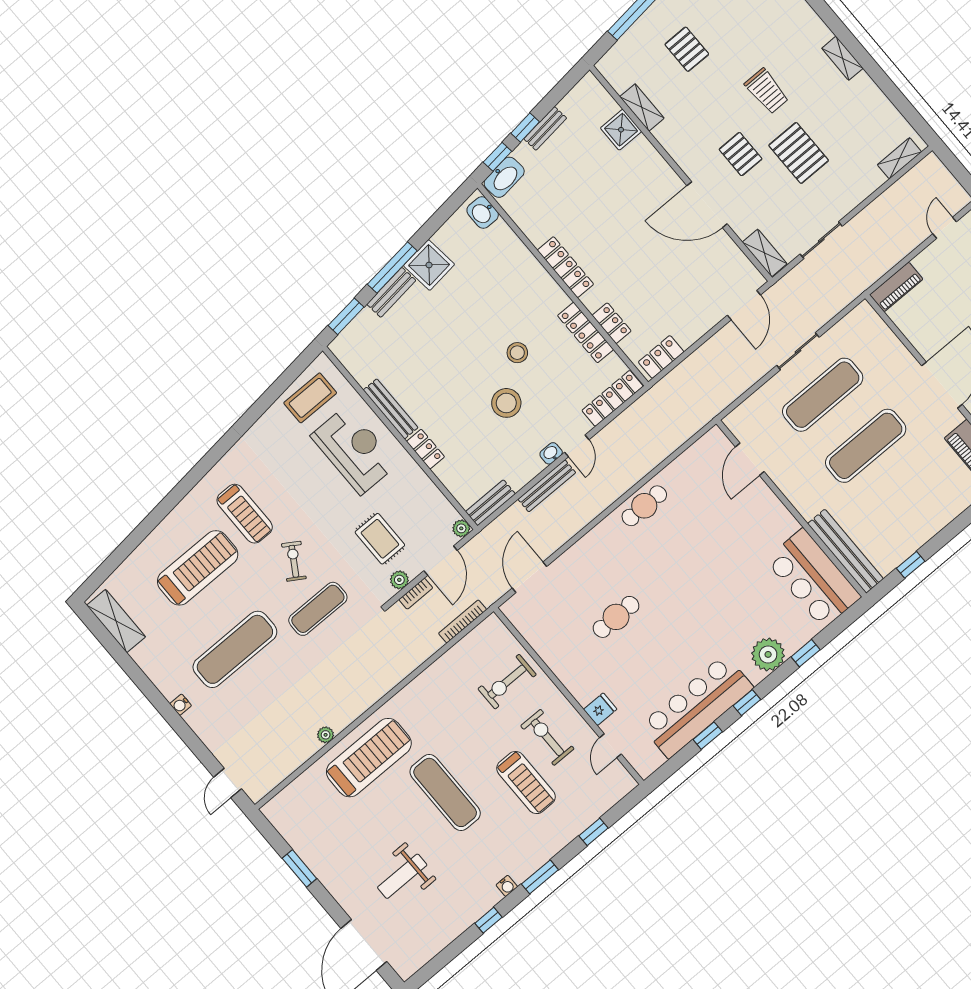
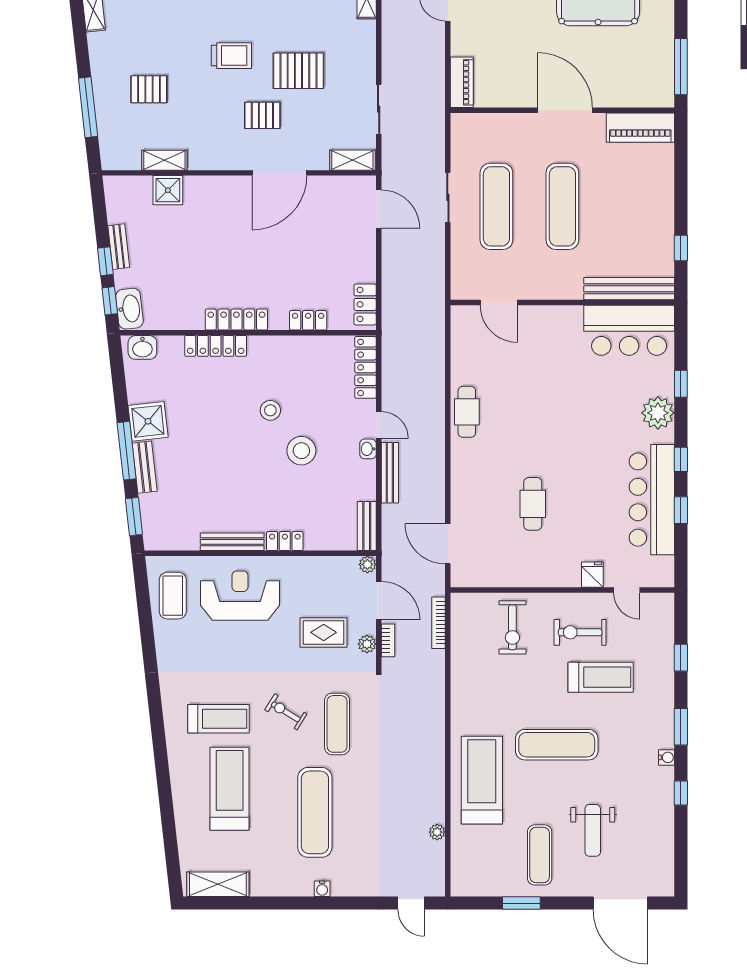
locker: (586, 332) -> (216, 346), moved
plant: (326, 735) -> (437, 832), moved
exercise mat: (349, 851) -> (540, 855), added

